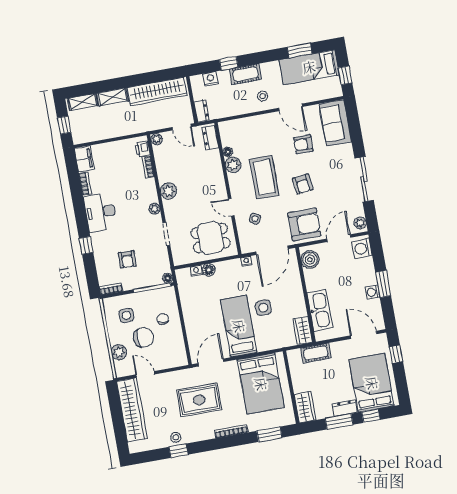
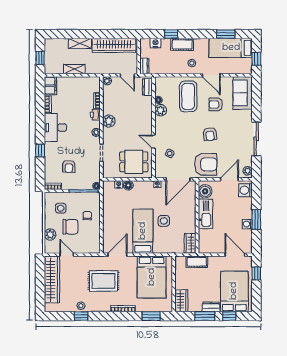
shelving: (83, 102) -> (74, 69), moved
printer: (143, 149) -> (95, 115), moved
coffee table: (264, 177) -> (188, 96), moved
kitchen sink: (320, 310) -> (205, 214), moved

